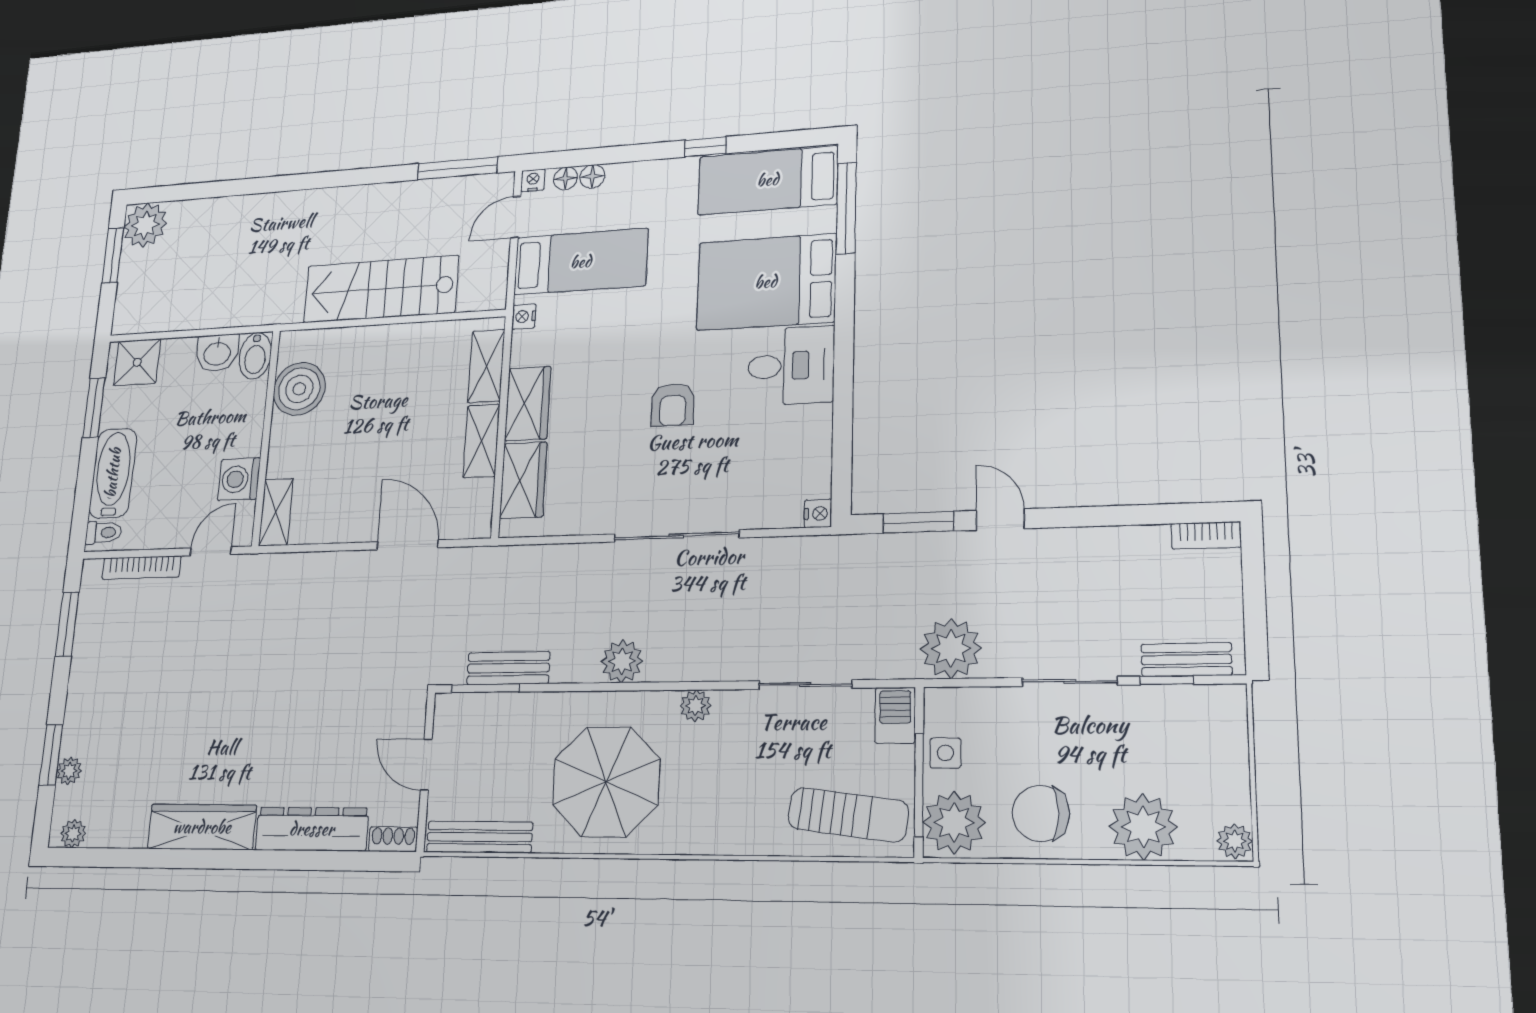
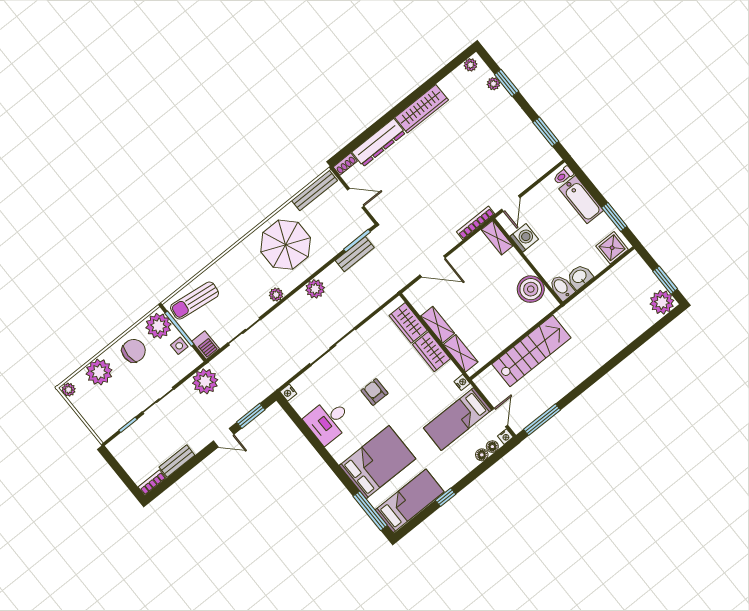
desk: (791, 366) -> (328, 421), moved
bookcase: (141, 568) -> (476, 223), moved
bench: (1186, 660) -> (177, 461), moved

